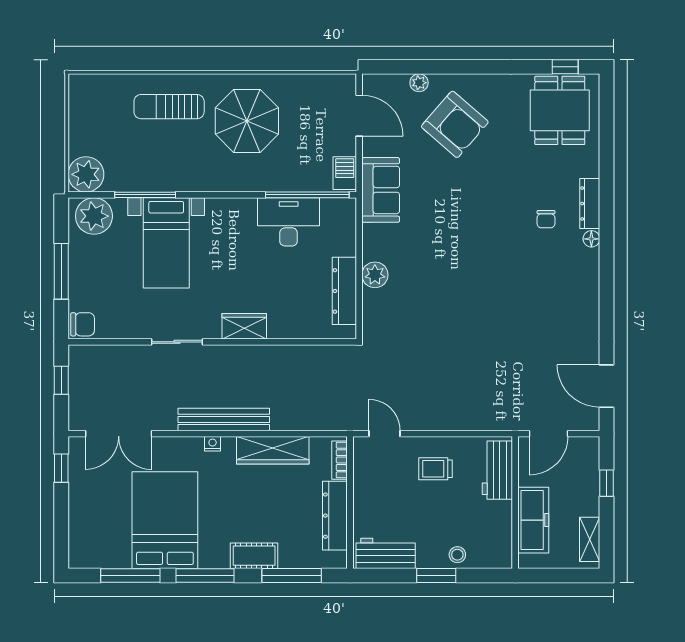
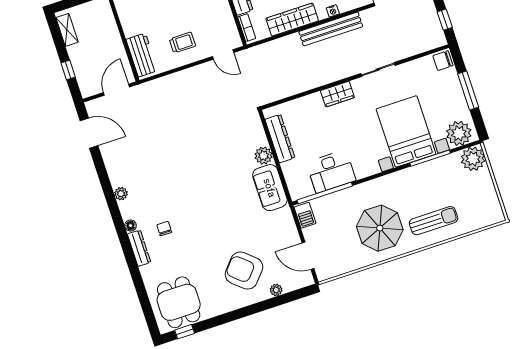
sofa: (381, 190) -> (270, 188), moved
bed with nightstands: (166, 243) -> (406, 131), width x1.36
plant: (590, 287) -> (121, 194), added
freezer: (533, 520) -> (108, 30), removed

